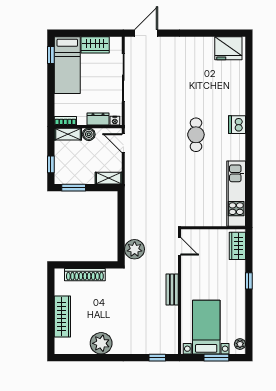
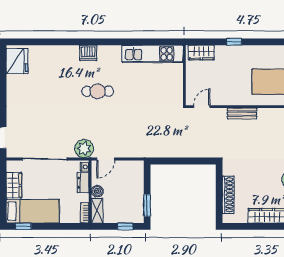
shelving: (109, 178) -> (138, 173), removed
plant: (135, 249) -> (84, 149), moved

